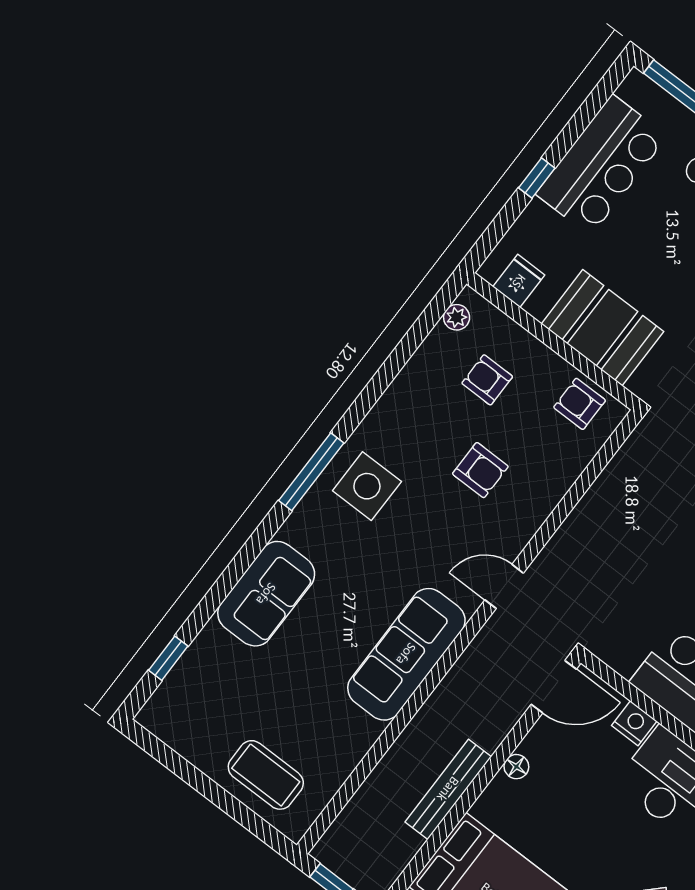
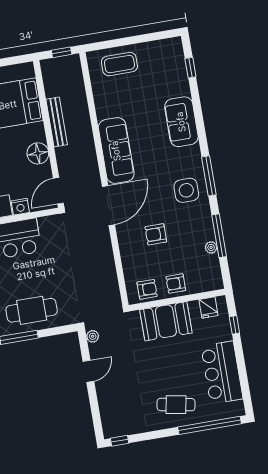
window: (537, 178) -> (234, 325), moved
plant: (457, 317) -> (211, 247), moved
window: (390, 369) -> (219, 236), added
armchair: (487, 380) -> (176, 284), moved, turned 180
door: (504, 586) -> (108, 206), width x1.87
floor lamp: (516, 767) -> (38, 153), width x1.89, depth x1.89

